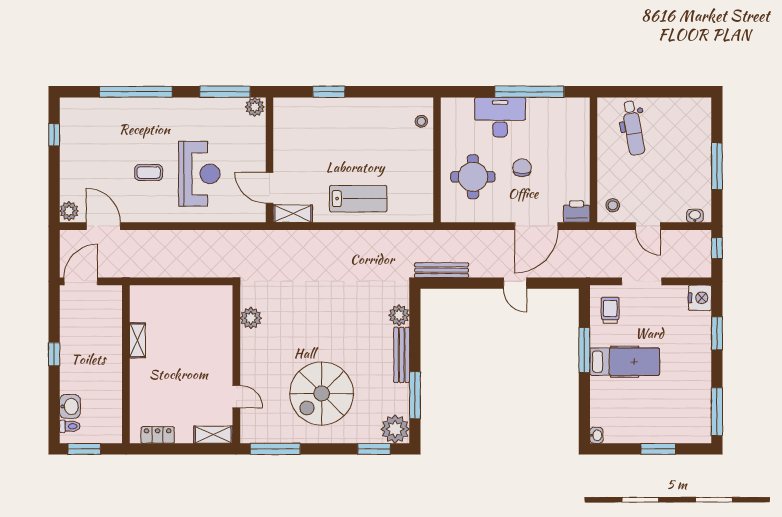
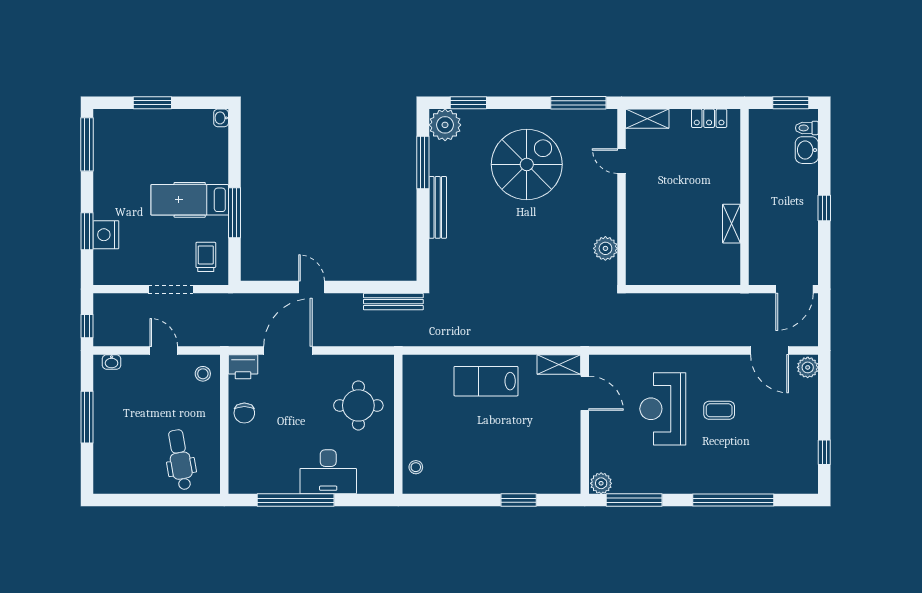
chair: (522, 168) -> (244, 413), moved
nightstand: (700, 298) -> (106, 235), moved
trolley: (610, 310) -> (206, 257), turned 180
plant: (399, 315) -> (441, 252), removed

